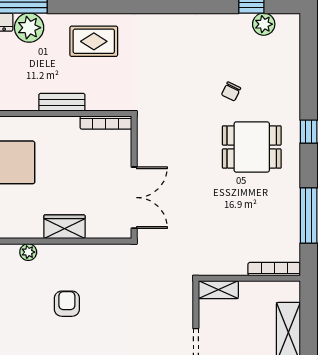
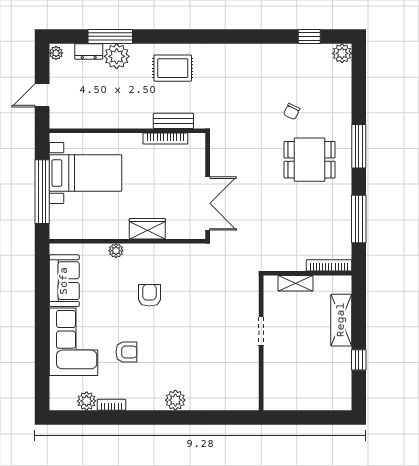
plant: (264, 24) -> (342, 53), moved
bench: (62, 102) -> (173, 121), moved
bookcase: (106, 123) -> (165, 138), moved
window: (309, 132) -> (359, 146), width x2.17
shelving: (218, 290) -> (295, 283), moved

